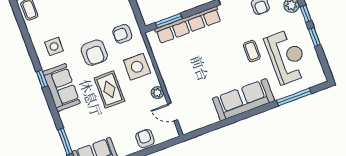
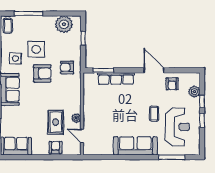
row of seats: (188, 25) -> (116, 78), width x0.73
armchair: (94, 53) -> (42, 73), turned -90
side table: (137, 67) -> (36, 49), moved
rug: (109, 89) -> (56, 122), moved

